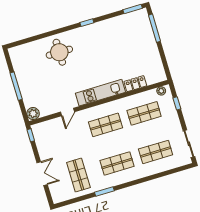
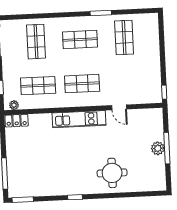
locker: (135, 84) -> (17, 121), moved
door: (68, 112) -> (119, 107), swing flipped
plant: (33, 114) -> (158, 148), moved
shop shelf: (156, 152) -> (36, 42), turned 90
double door: (42, 174) -> (162, 48), removed

